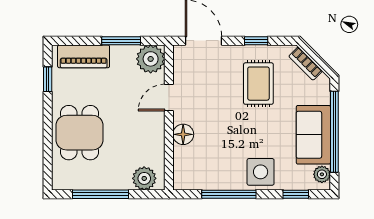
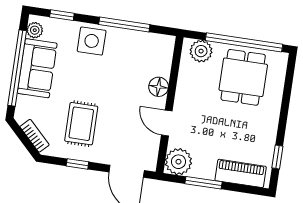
door: (169, 98) -> (167, 123), swing flipped
dining table: (80, 133) -> (243, 77), moved
window: (101, 194) -> (244, 42), width x1.46

